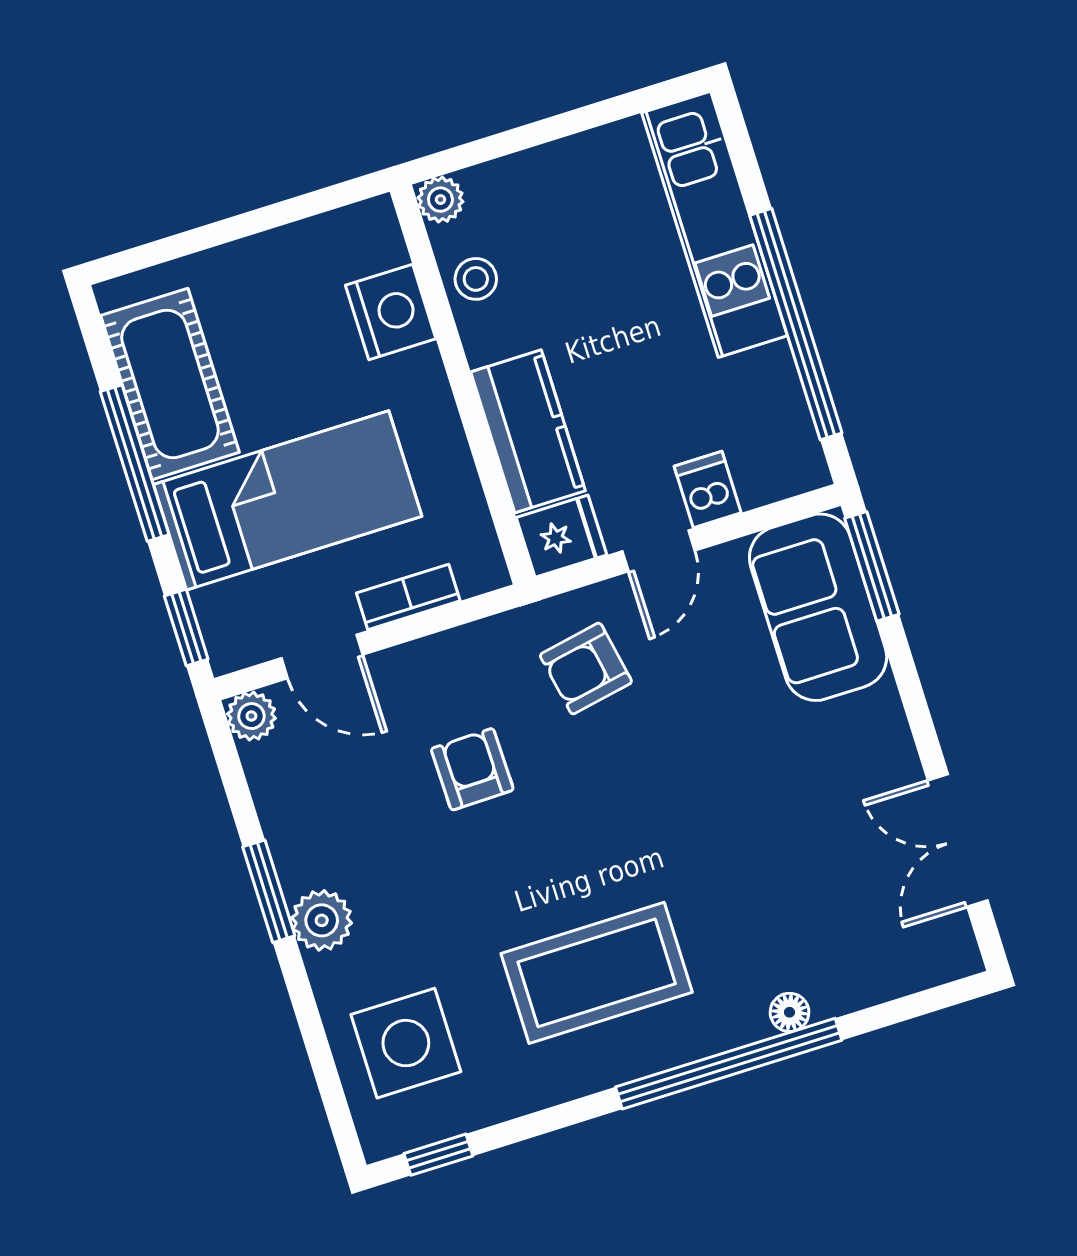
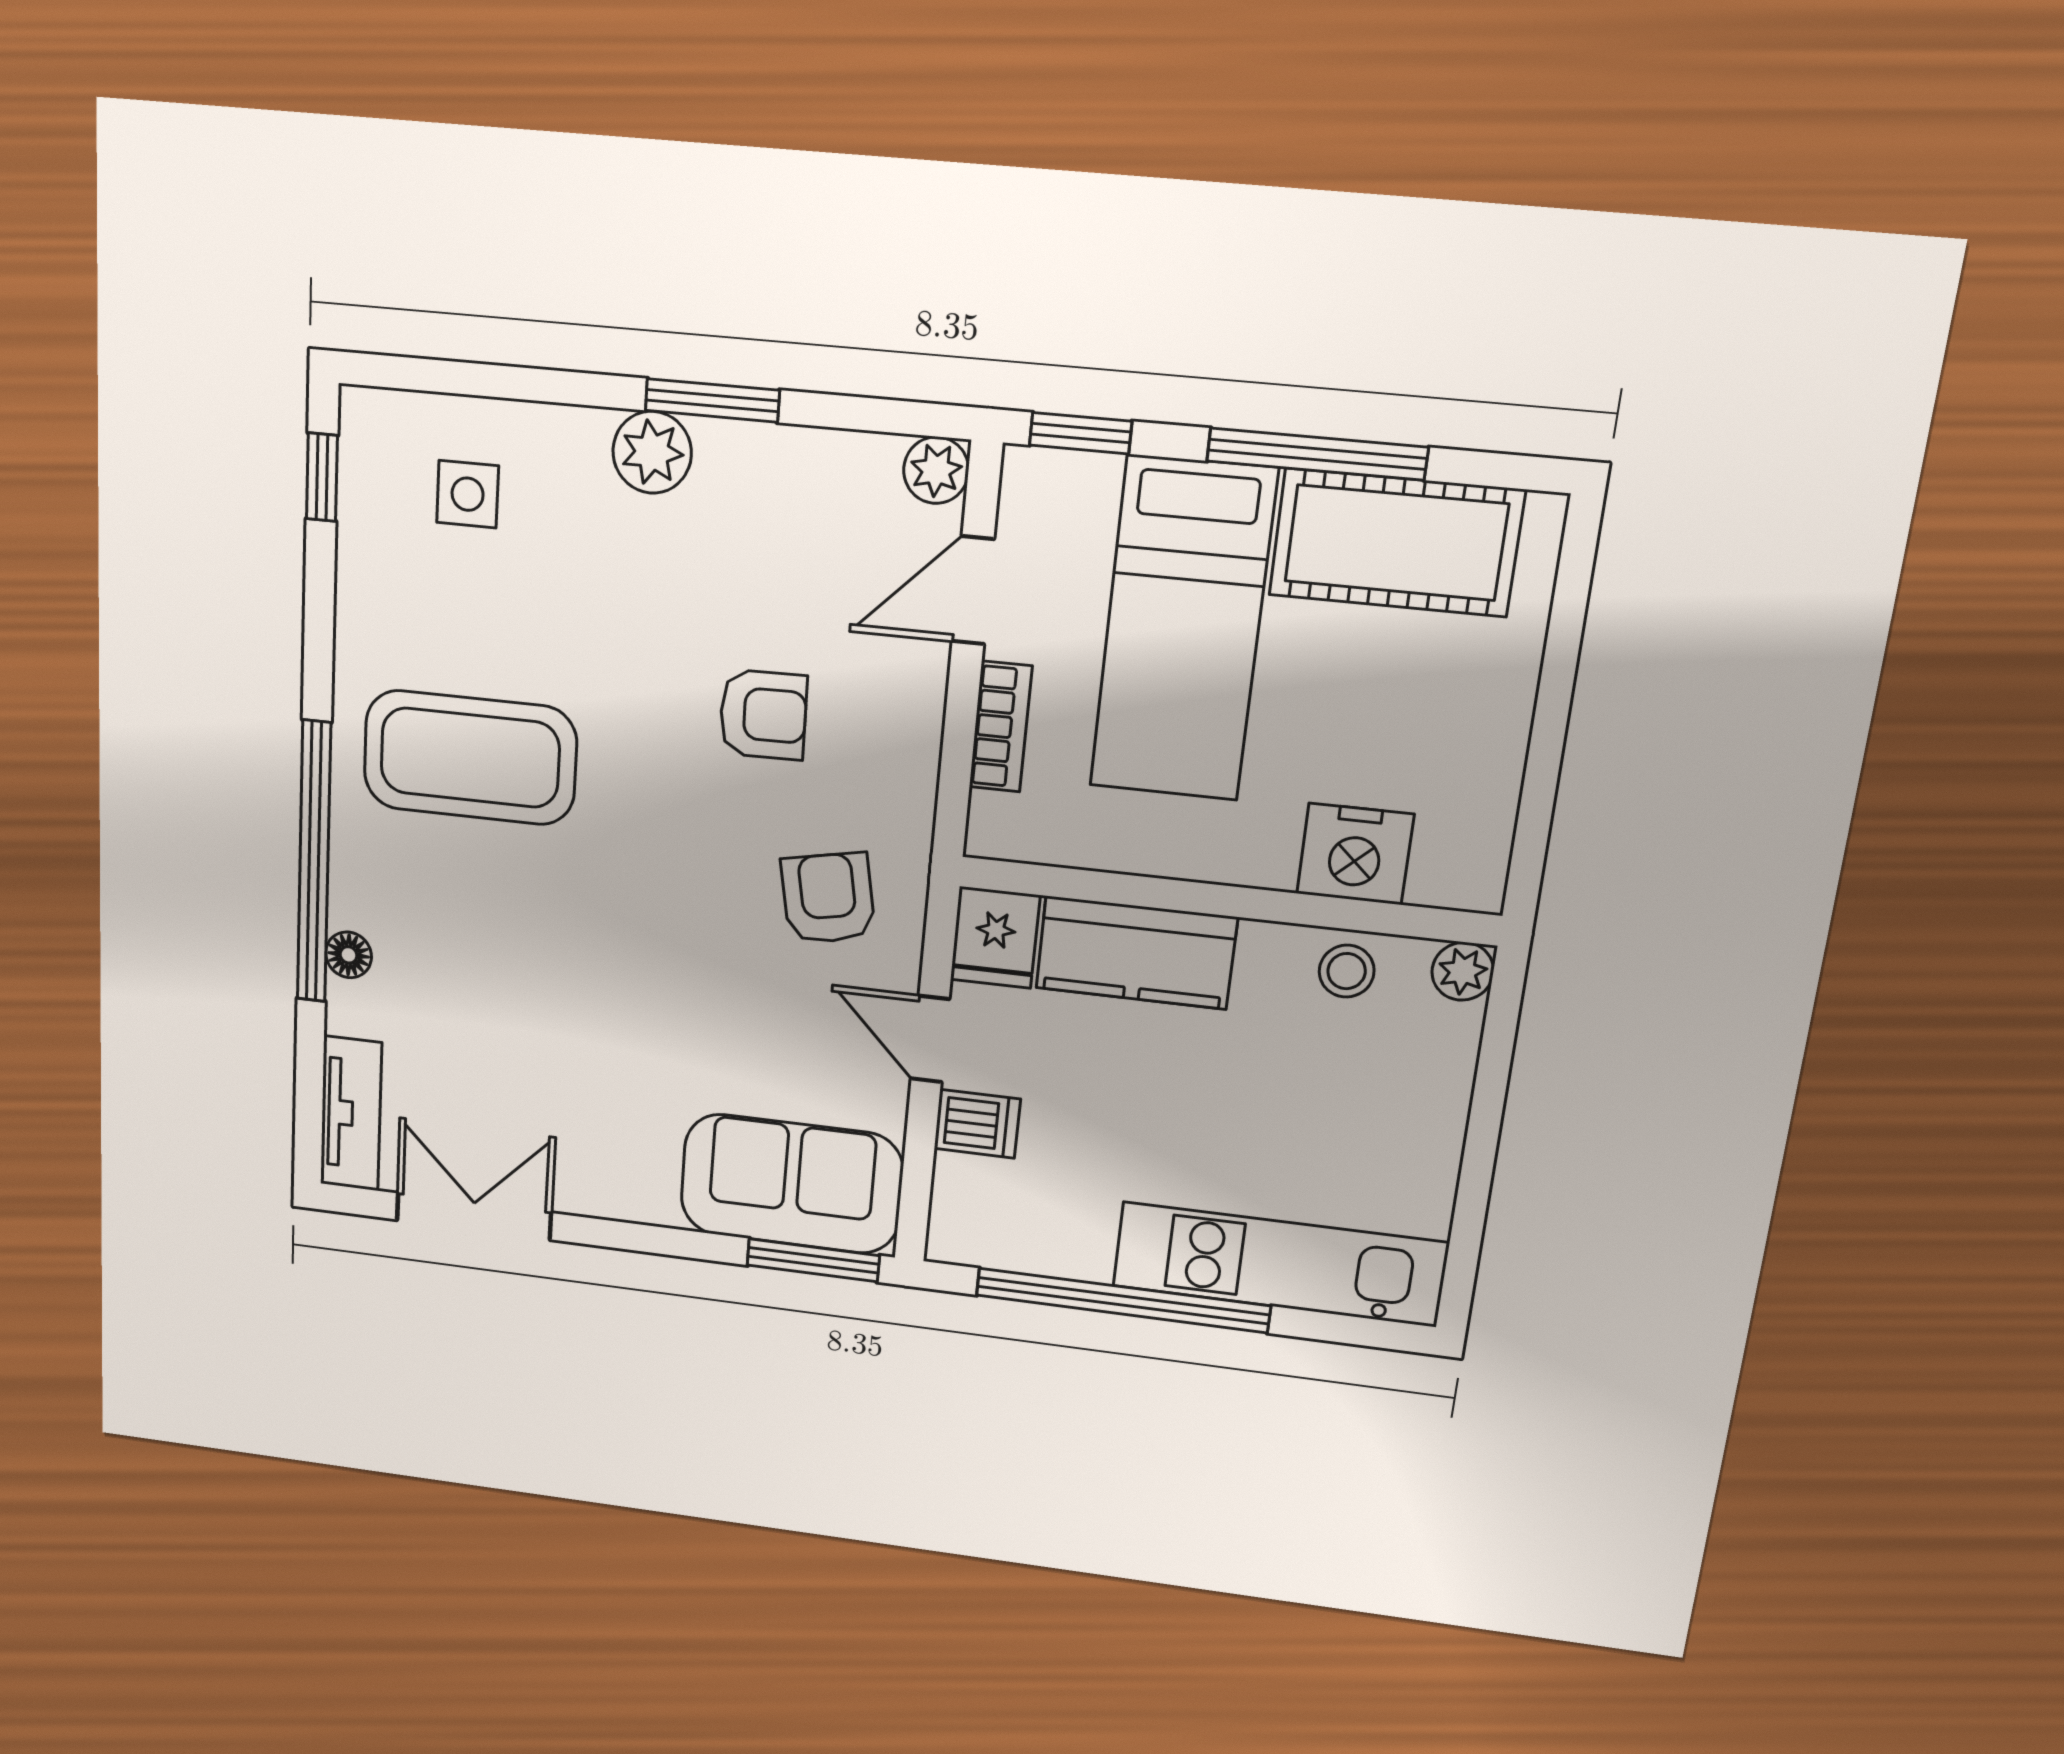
tv unit: (917, 967) -> (351, 1114), added
coffee table: (597, 973) -> (470, 758), turned 90
side table: (406, 1043) -> (468, 494), width x0.54, depth x0.54

